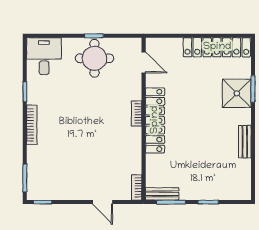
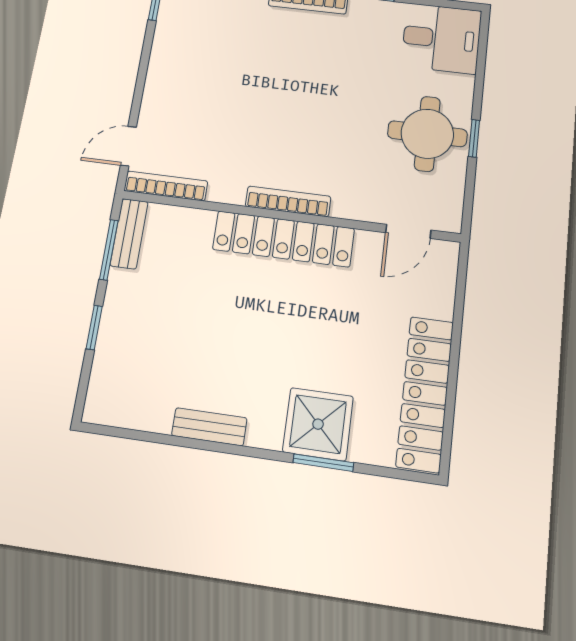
bookcase: (137, 114) -> (288, 201), width x1.56
bookcase: (137, 187) -> (166, 186), width x1.56
door: (103, 202) -> (128, 146), moved

